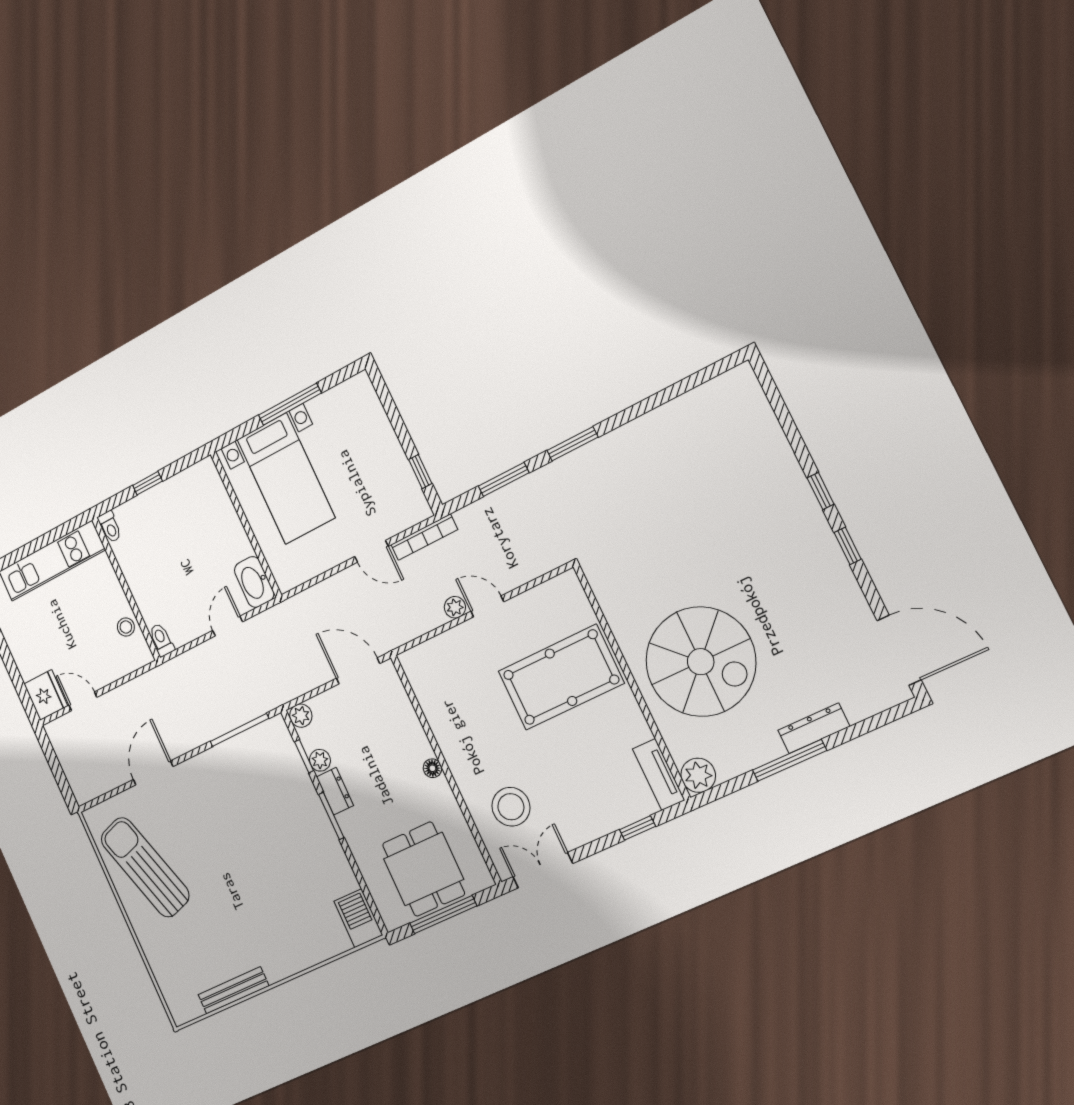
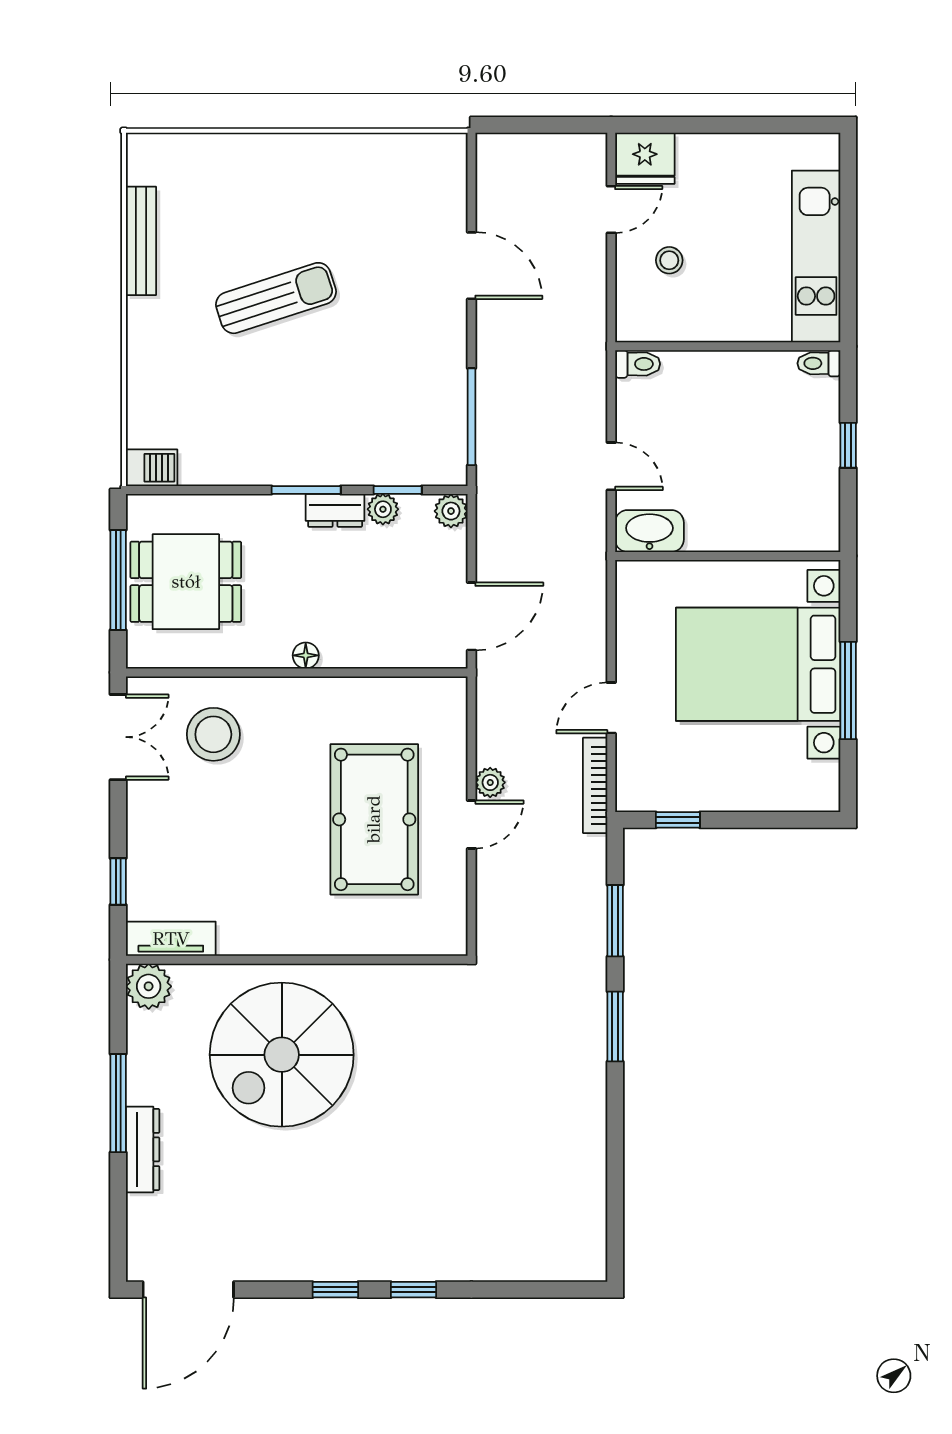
bed with nightstands: (286, 478) -> (758, 664), width x1.36
stool: (126, 627) -> (669, 260), moved
pool table: (561, 677) -> (374, 819), moved
sun lounger: (145, 867) -> (276, 298), moved, width x0.73, depth x0.75
barbecue: (358, 918) -> (152, 468), width x0.73, depth x0.79

